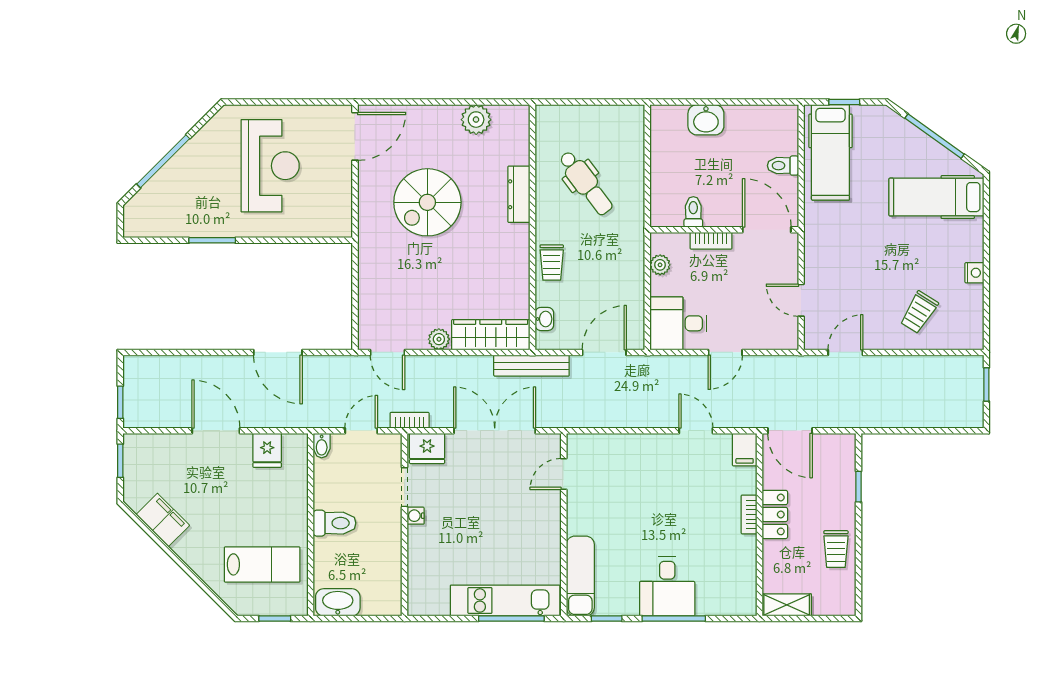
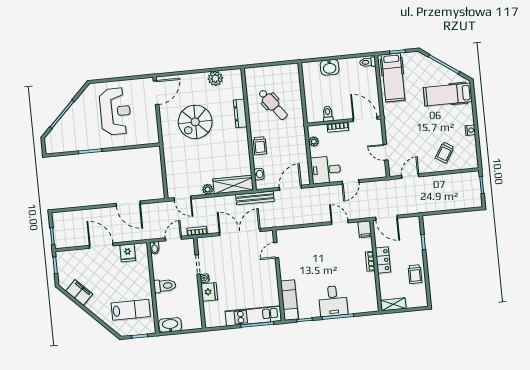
toilet: (783, 166) -> (368, 62), moved
fridge: (427, 448) -> (209, 292), moved, turned -90

